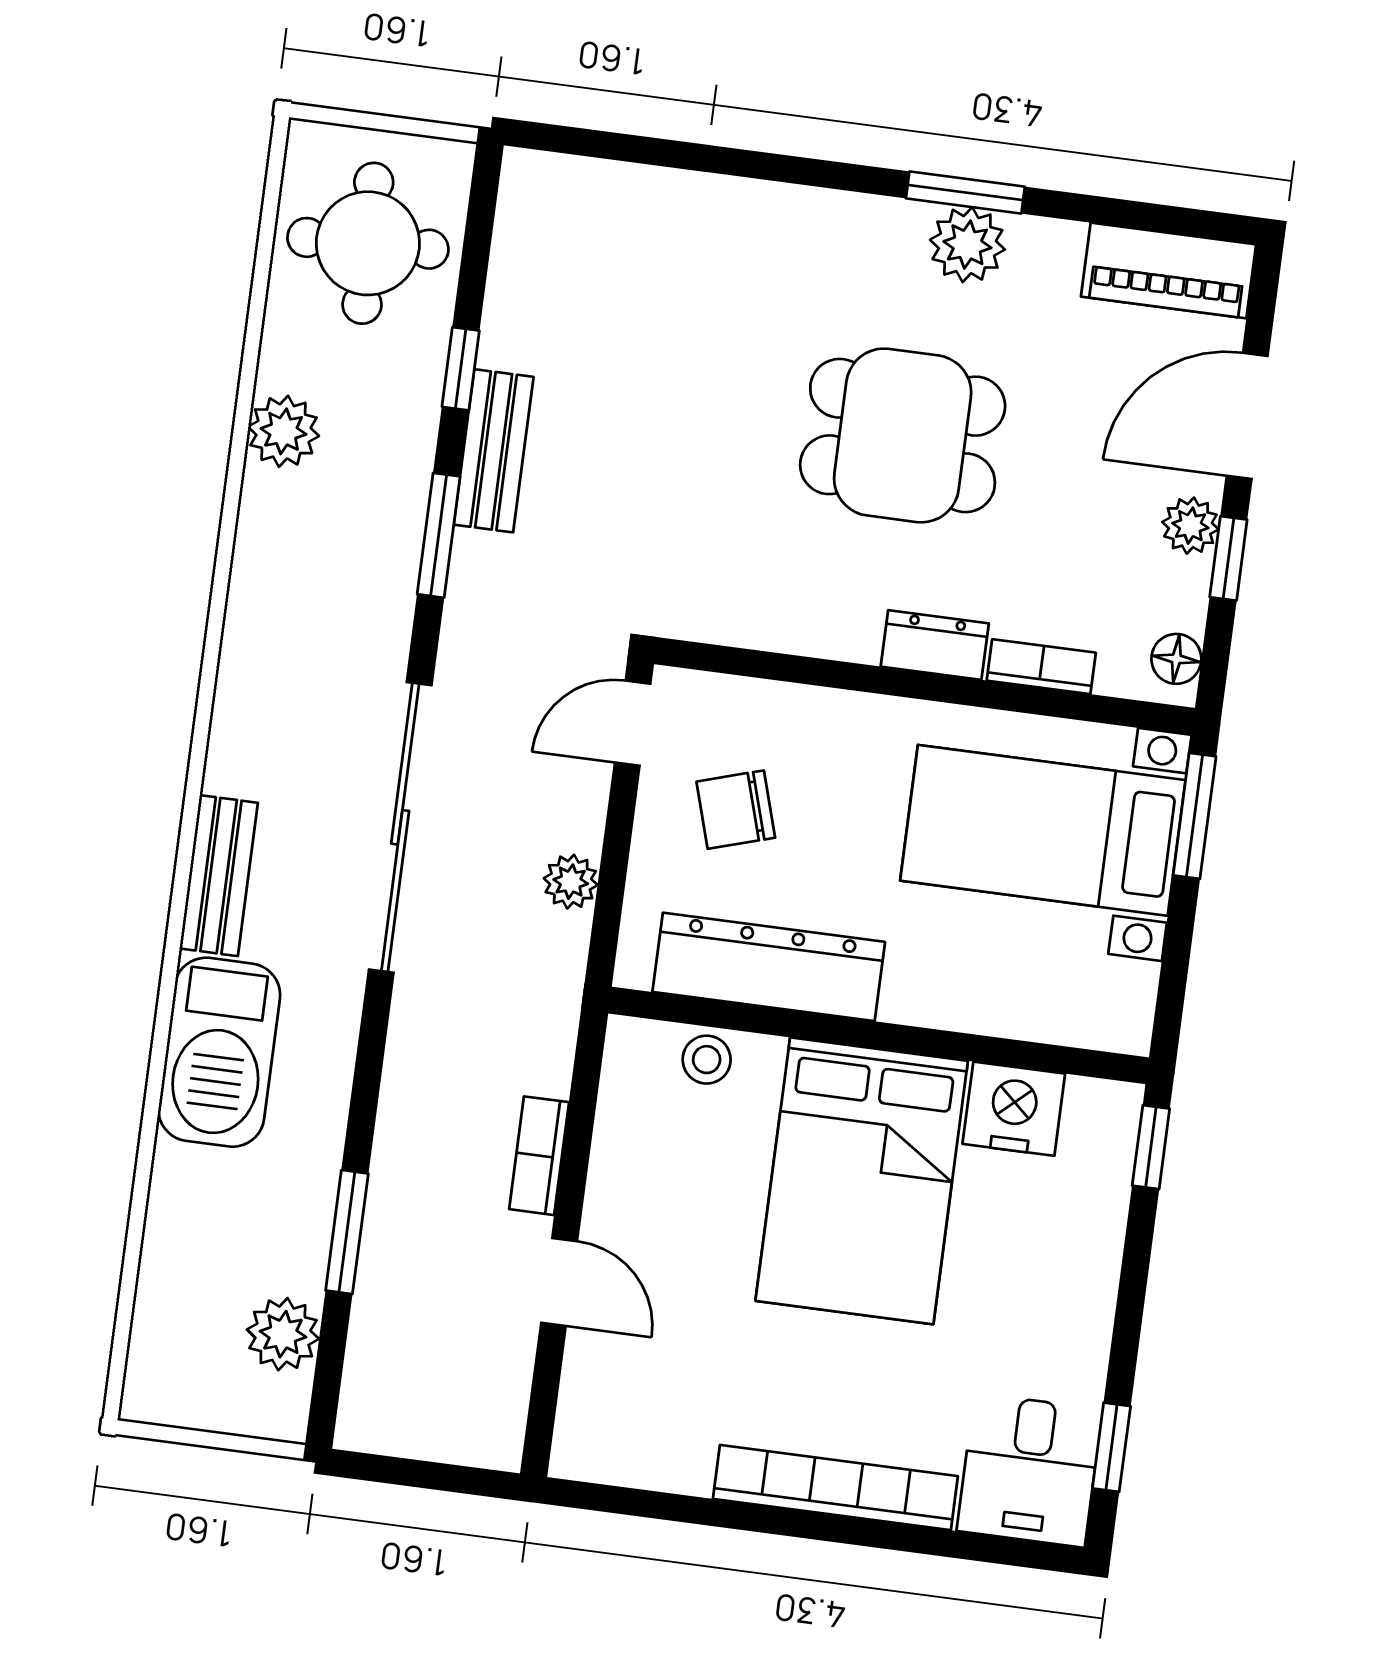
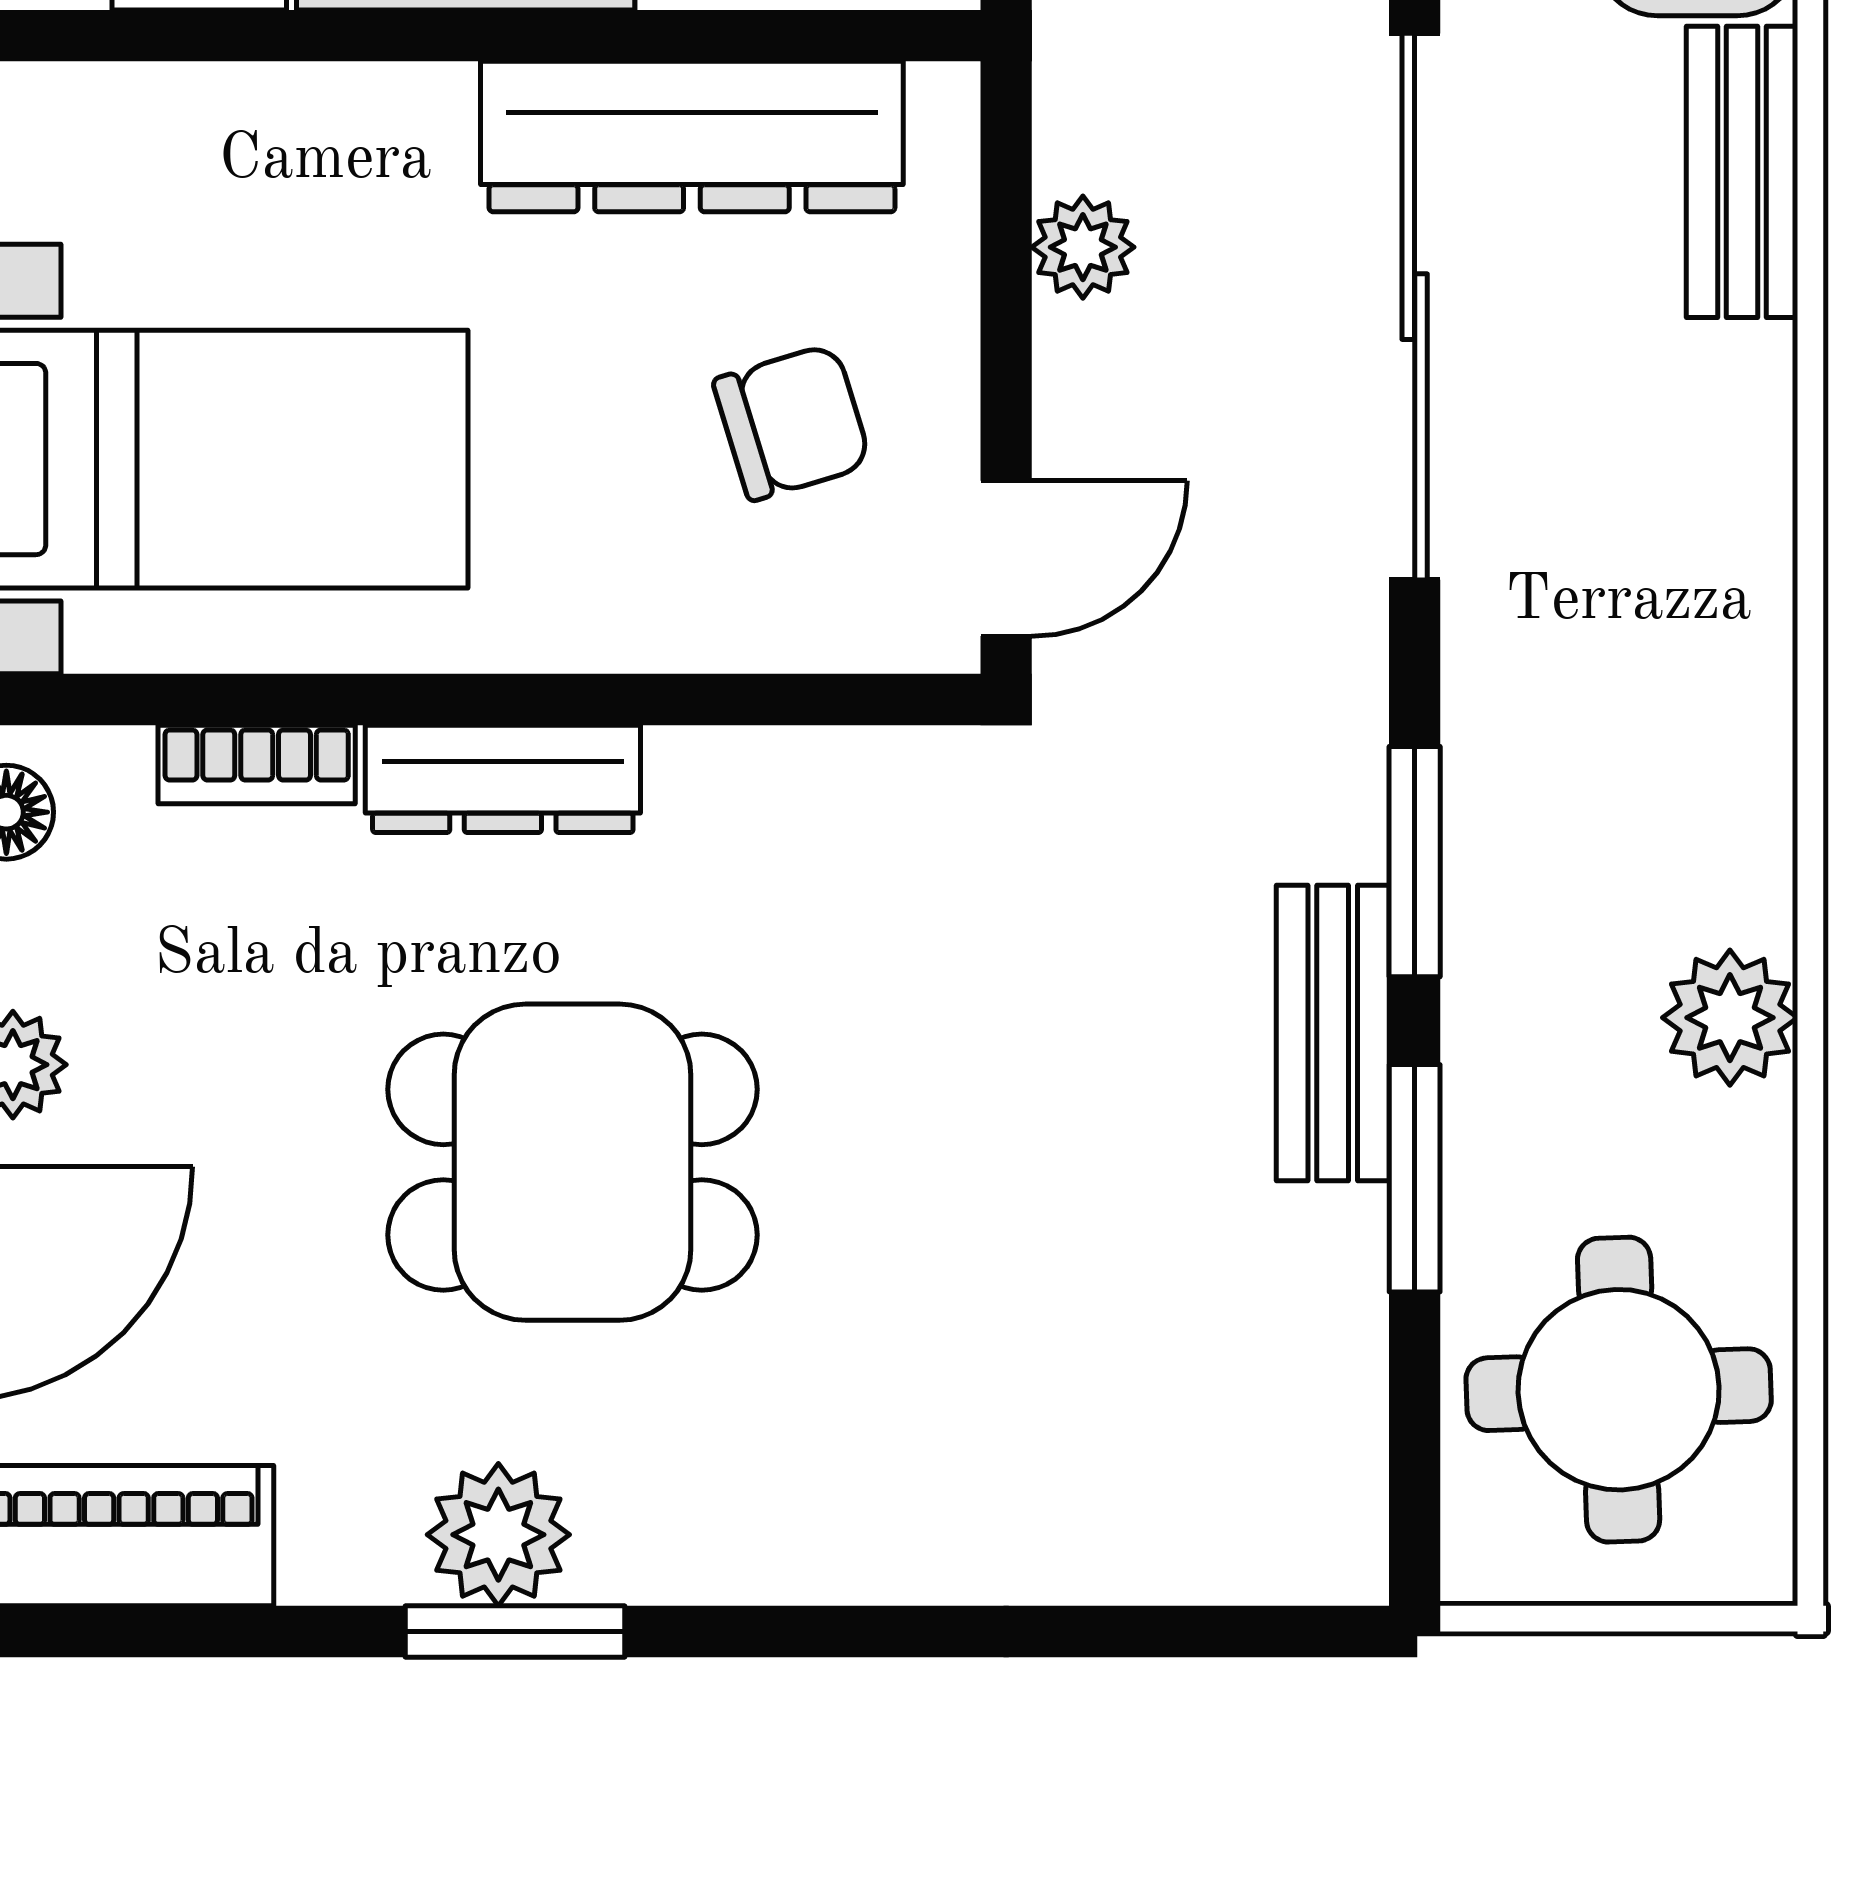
window: (461, 369) -> (1415, 1178), width x1.50
dresser: (935, 645) -> (503, 779), width x1.44

